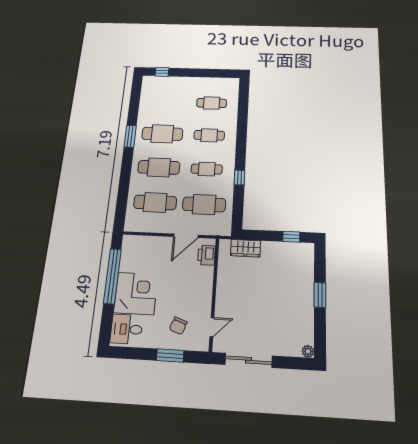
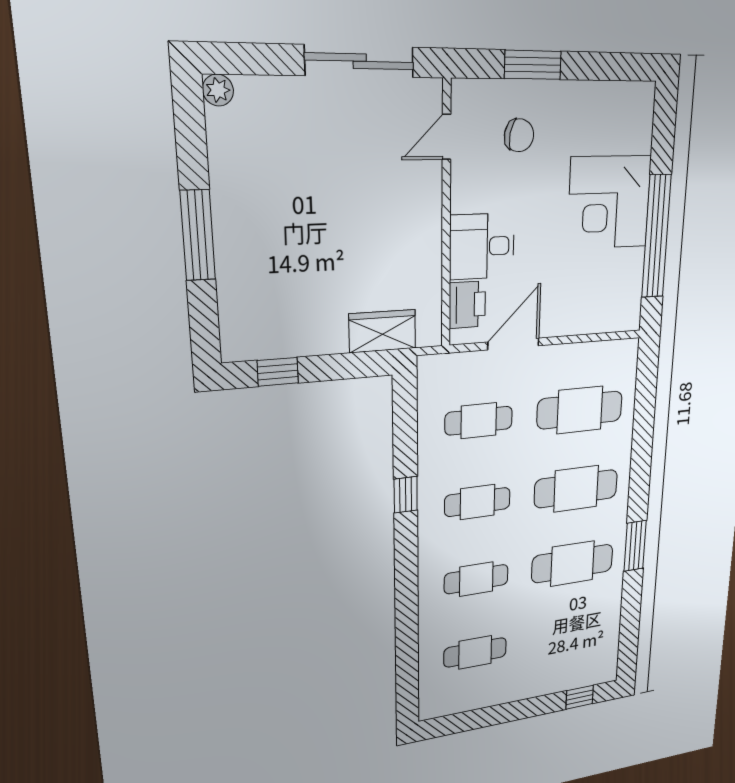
cafe table: (204, 204) -> (479, 421), width x0.73, depth x0.74
window: (320, 295) -> (198, 235), width x1.44
chair: (178, 326) -> (519, 135), turned 81
desk: (126, 329) -> (482, 246), moved, turned 180

